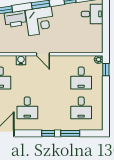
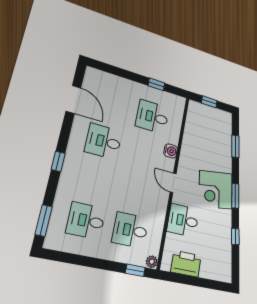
desk: (92, 14) -> (183, 220), moved, turned 90
printer: (15, 19) -> (186, 264), moved, turned 99
door: (43, 54) -> (173, 183), hinge flipped
window: (70, 133) -> (44, 221), moved

